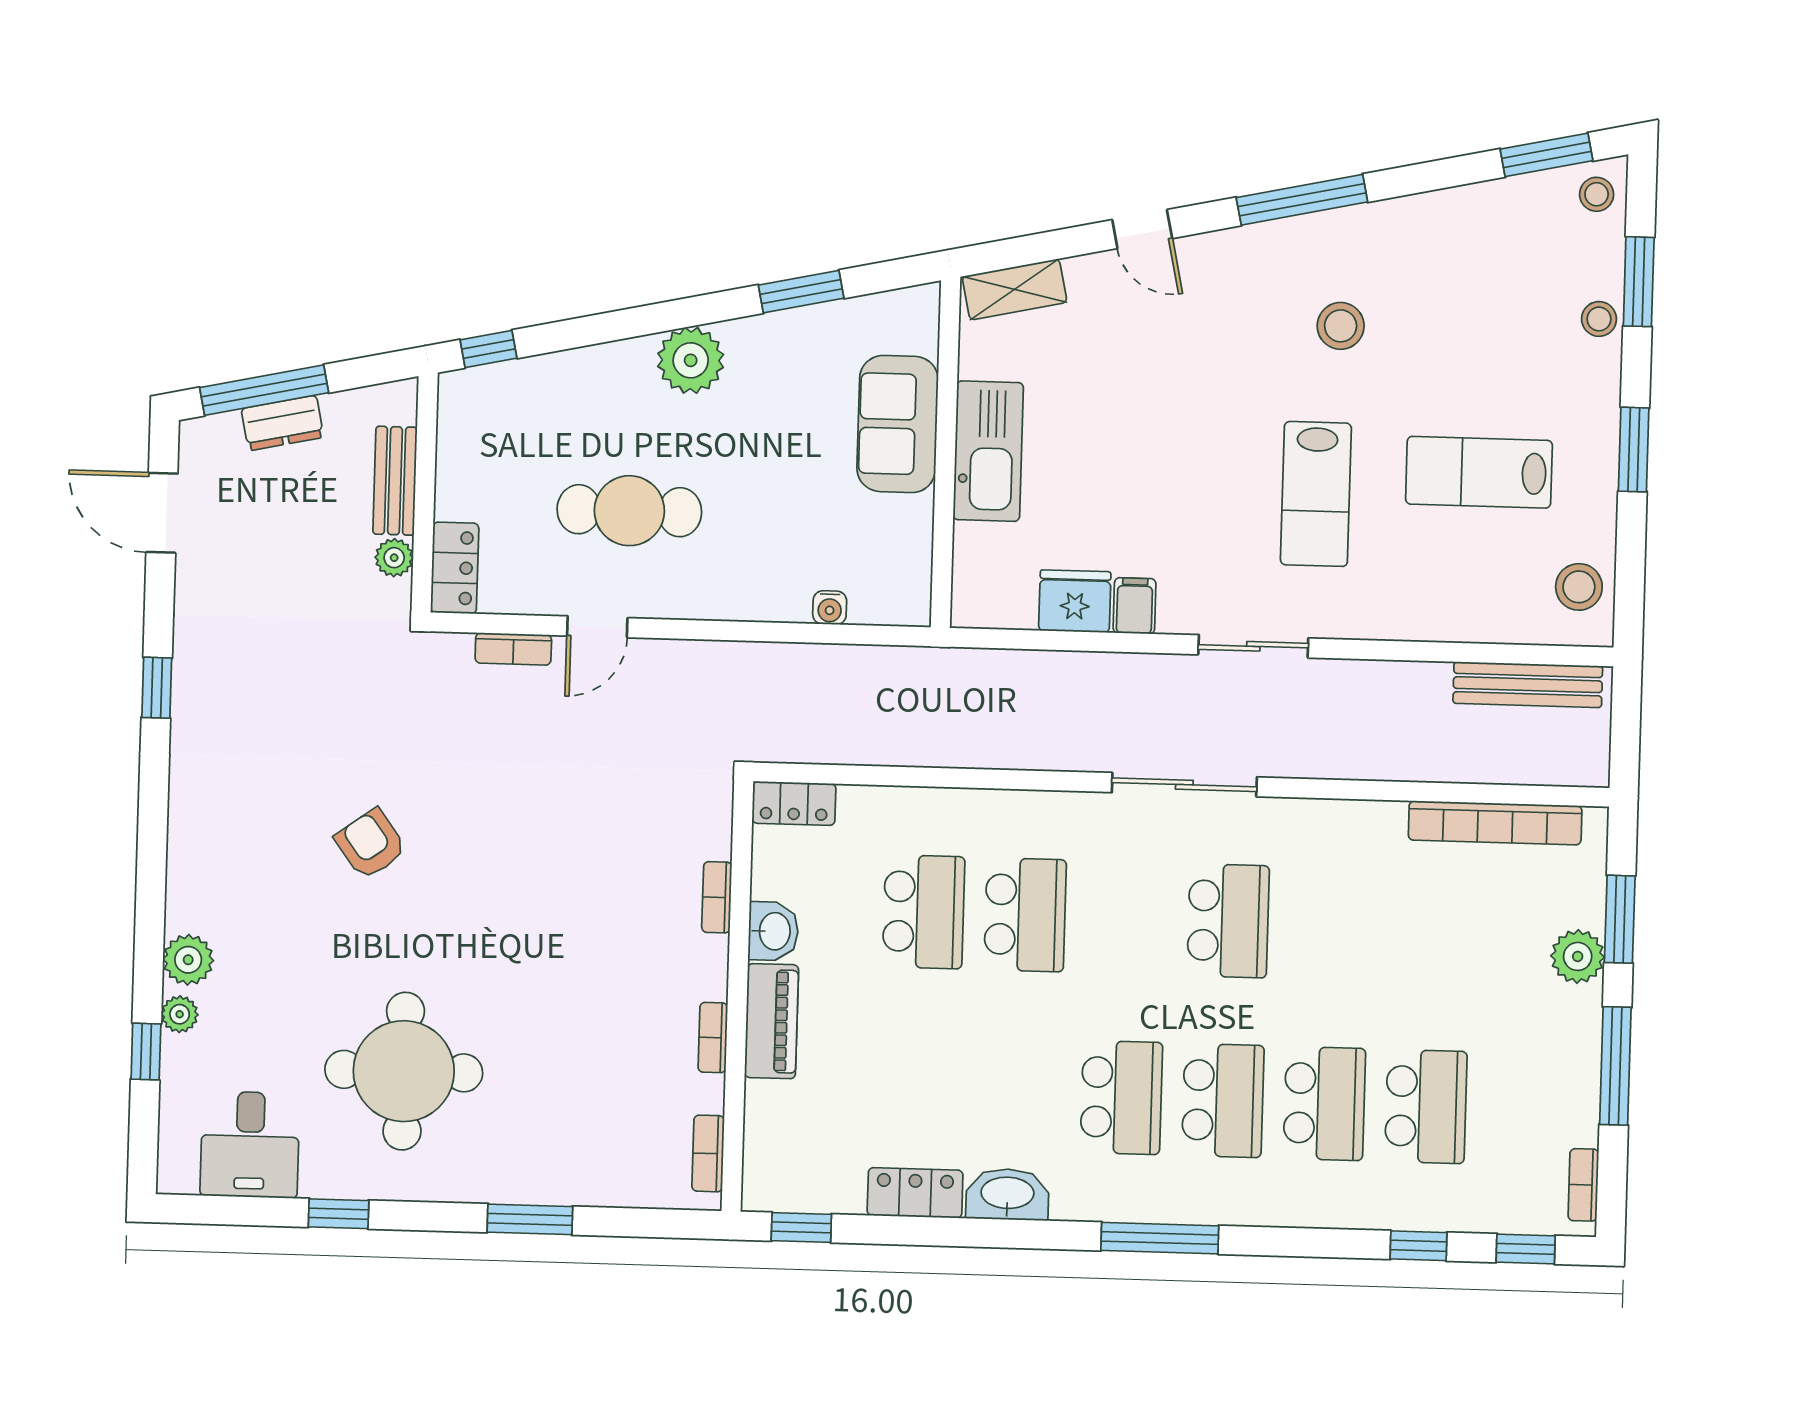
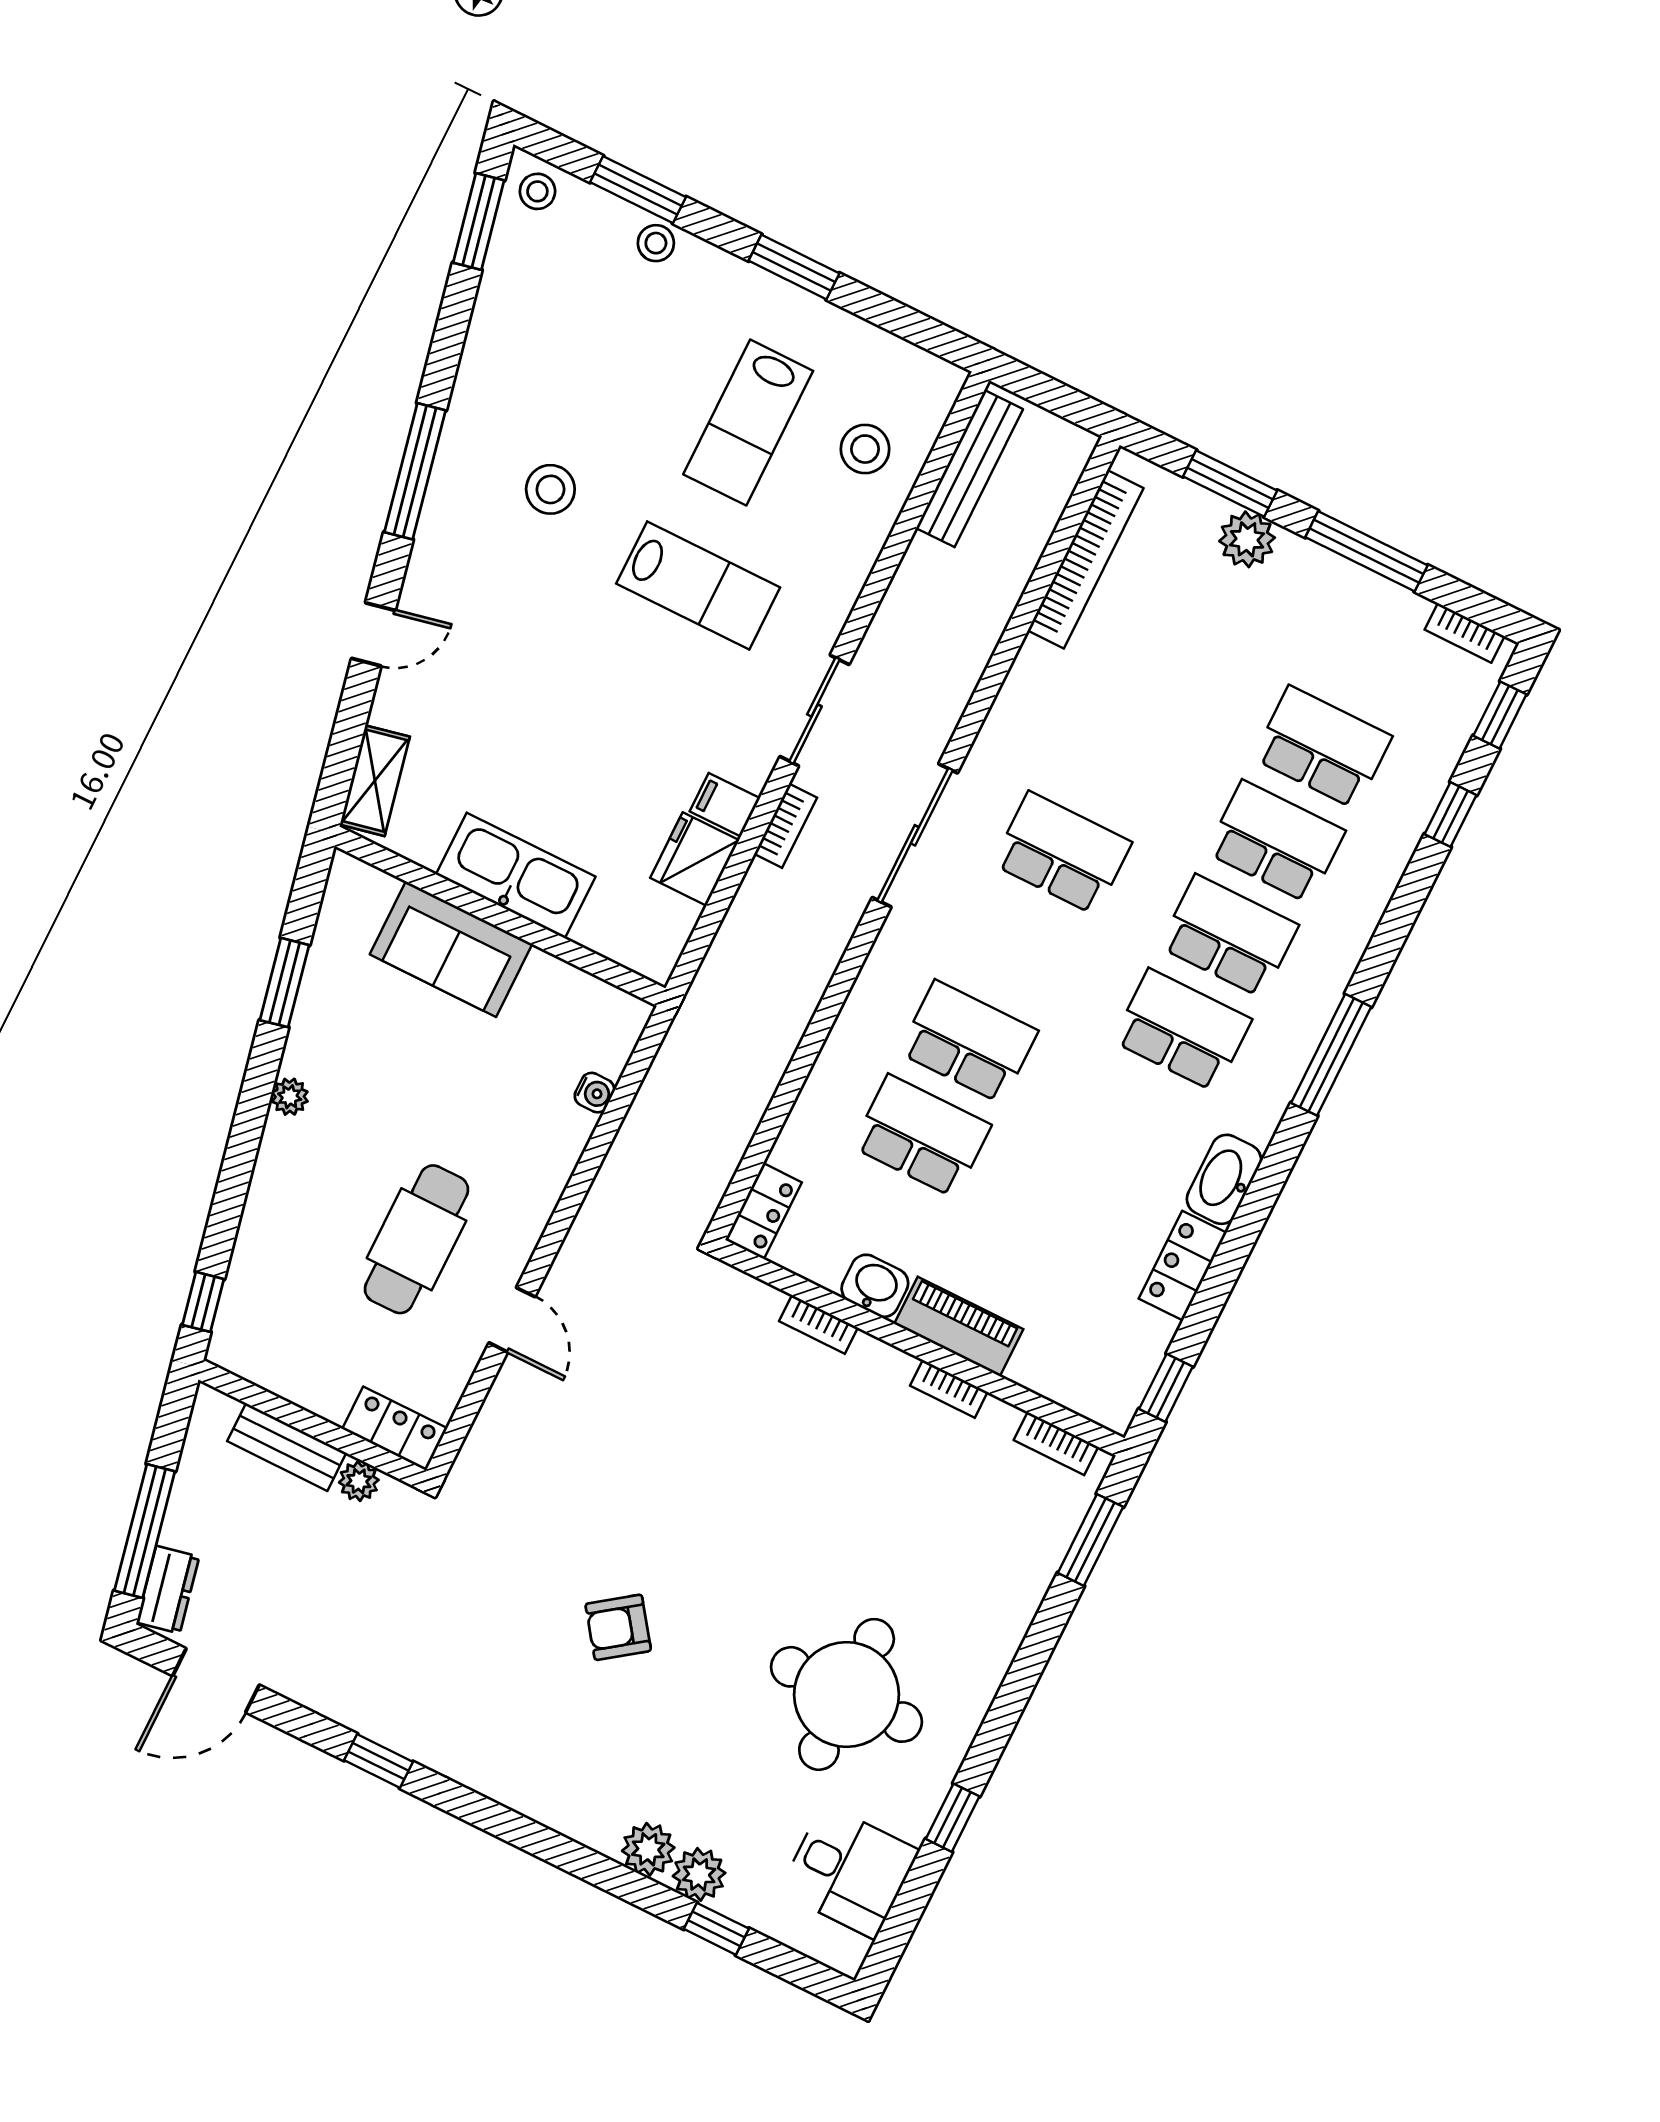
plant: (691, 360) -> (290, 1097), width x0.53, depth x0.53
dresser: (282, 423) -> (168, 1590), moved
stool: (1579, 587) -> (865, 449), moved
bookcase: (513, 649) -> (786, 826), moved
plant: (180, 1014) -> (699, 1874), width x1.38, depth x1.38
window: (530, 1219) -> (1090, 1540), moved

